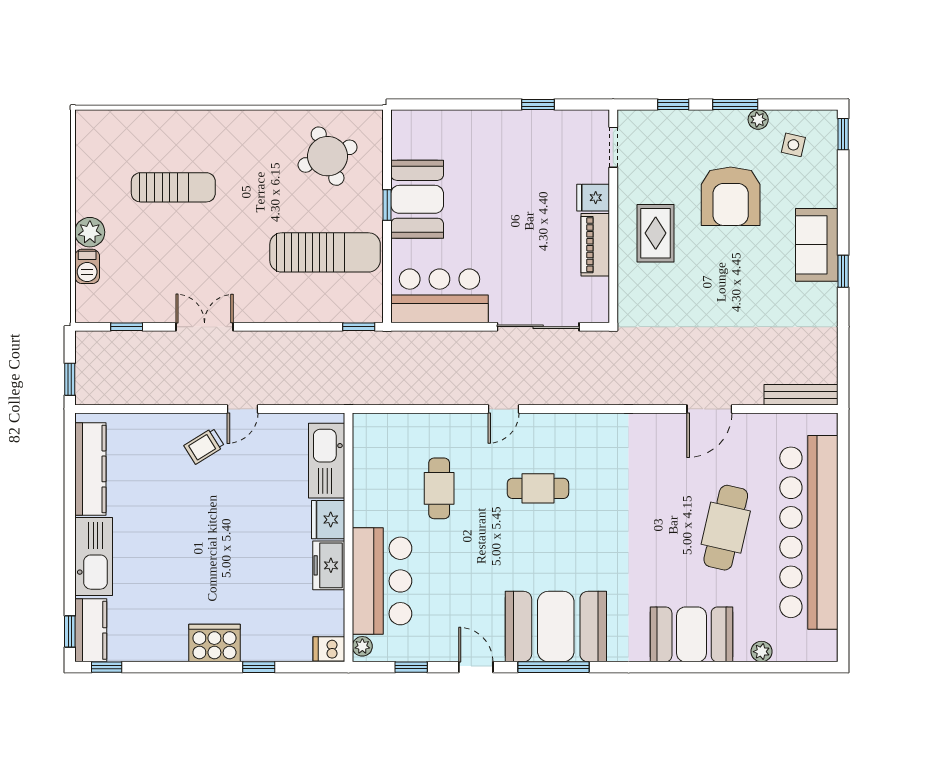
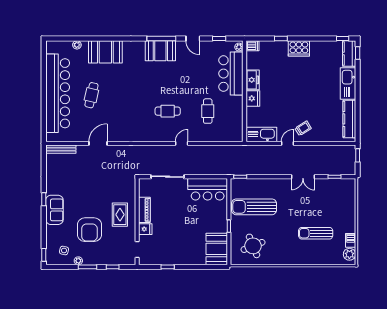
armchair: (731, 196) -> (89, 230), turned 180
booth: (417, 199) -> (217, 249), moved
plant: (90, 232) -> (349, 254), moved
barbecue: (87, 266) -> (351, 240), moved
kitchen sink: (327, 461) -> (261, 134), moved, turned -90
cafe table: (726, 528) -> (91, 95), width x0.73, depth x0.74
booth: (556, 627) -> (160, 51), width x0.73, depth x0.70

